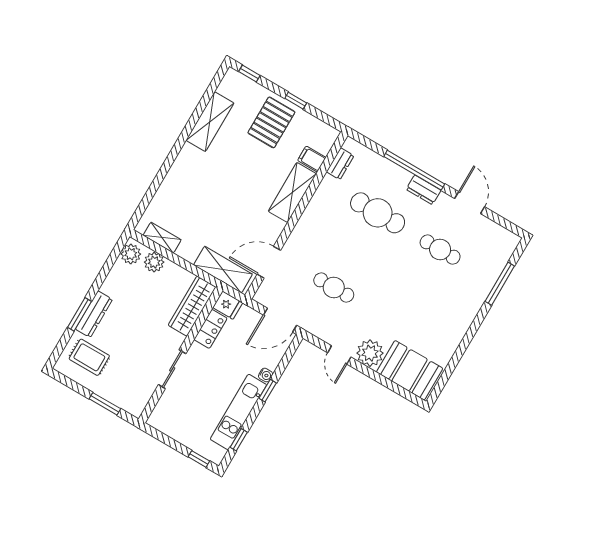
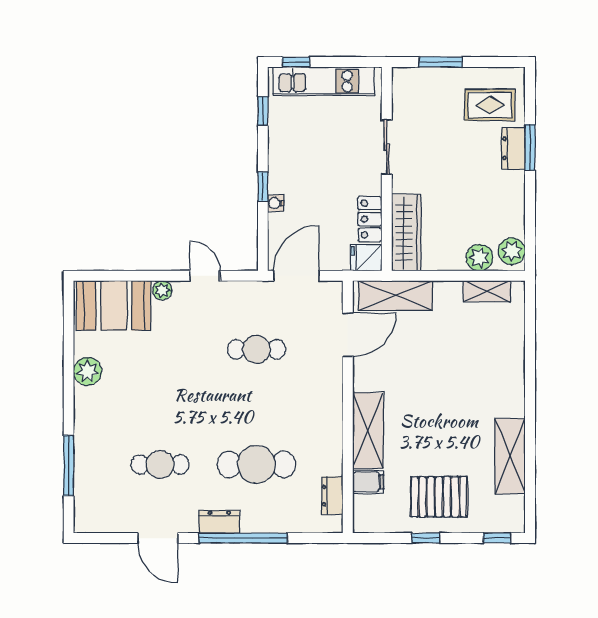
pallet: (271, 122) -> (439, 497), turned 90
dresser: (94, 314) -> (513, 148), width x0.70
plant: (452, 337) -> (88, 371), added
plant: (370, 353) -> (162, 290), width x0.53, depth x0.53
kitchen unit: (238, 412) -> (324, 81), moved, turned 90

